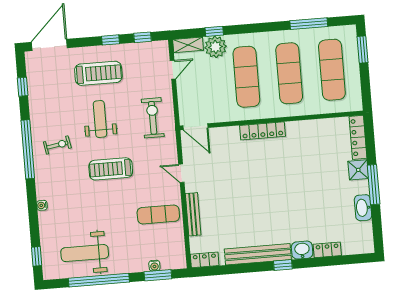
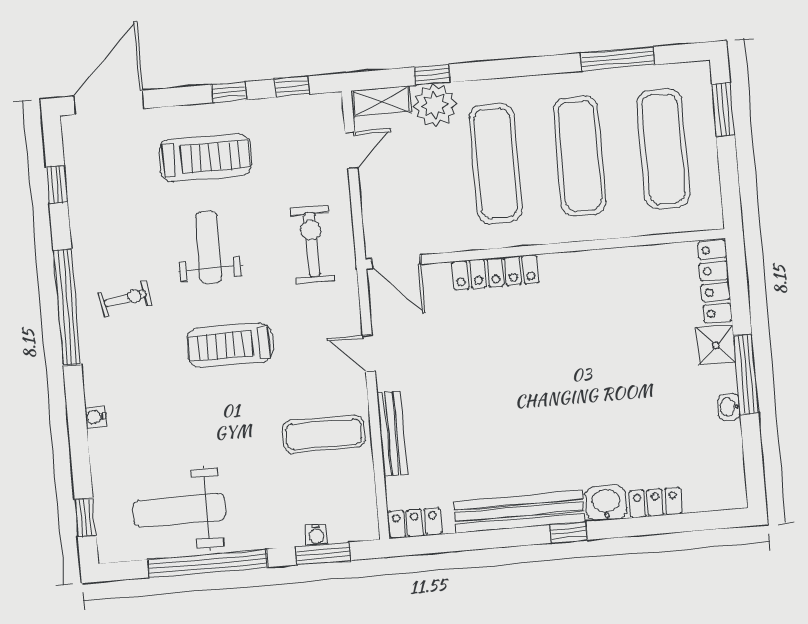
locker: (263, 131) -> (495, 272), moved
washbasin: (363, 208) -> (729, 407), width x0.52, depth x0.69

